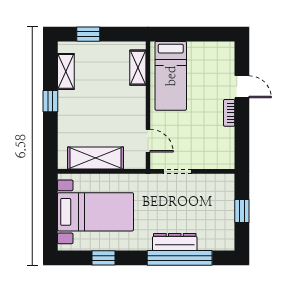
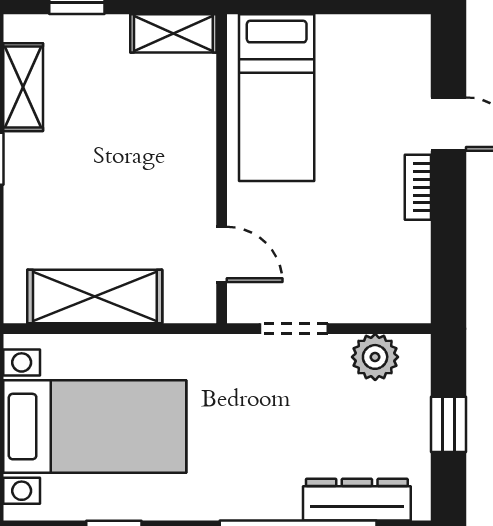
shelving: (138, 68) -> (173, 33), moved, turned 90
plant: (211, 183) -> (375, 357), added
dresser: (175, 242) -> (357, 500), moved

